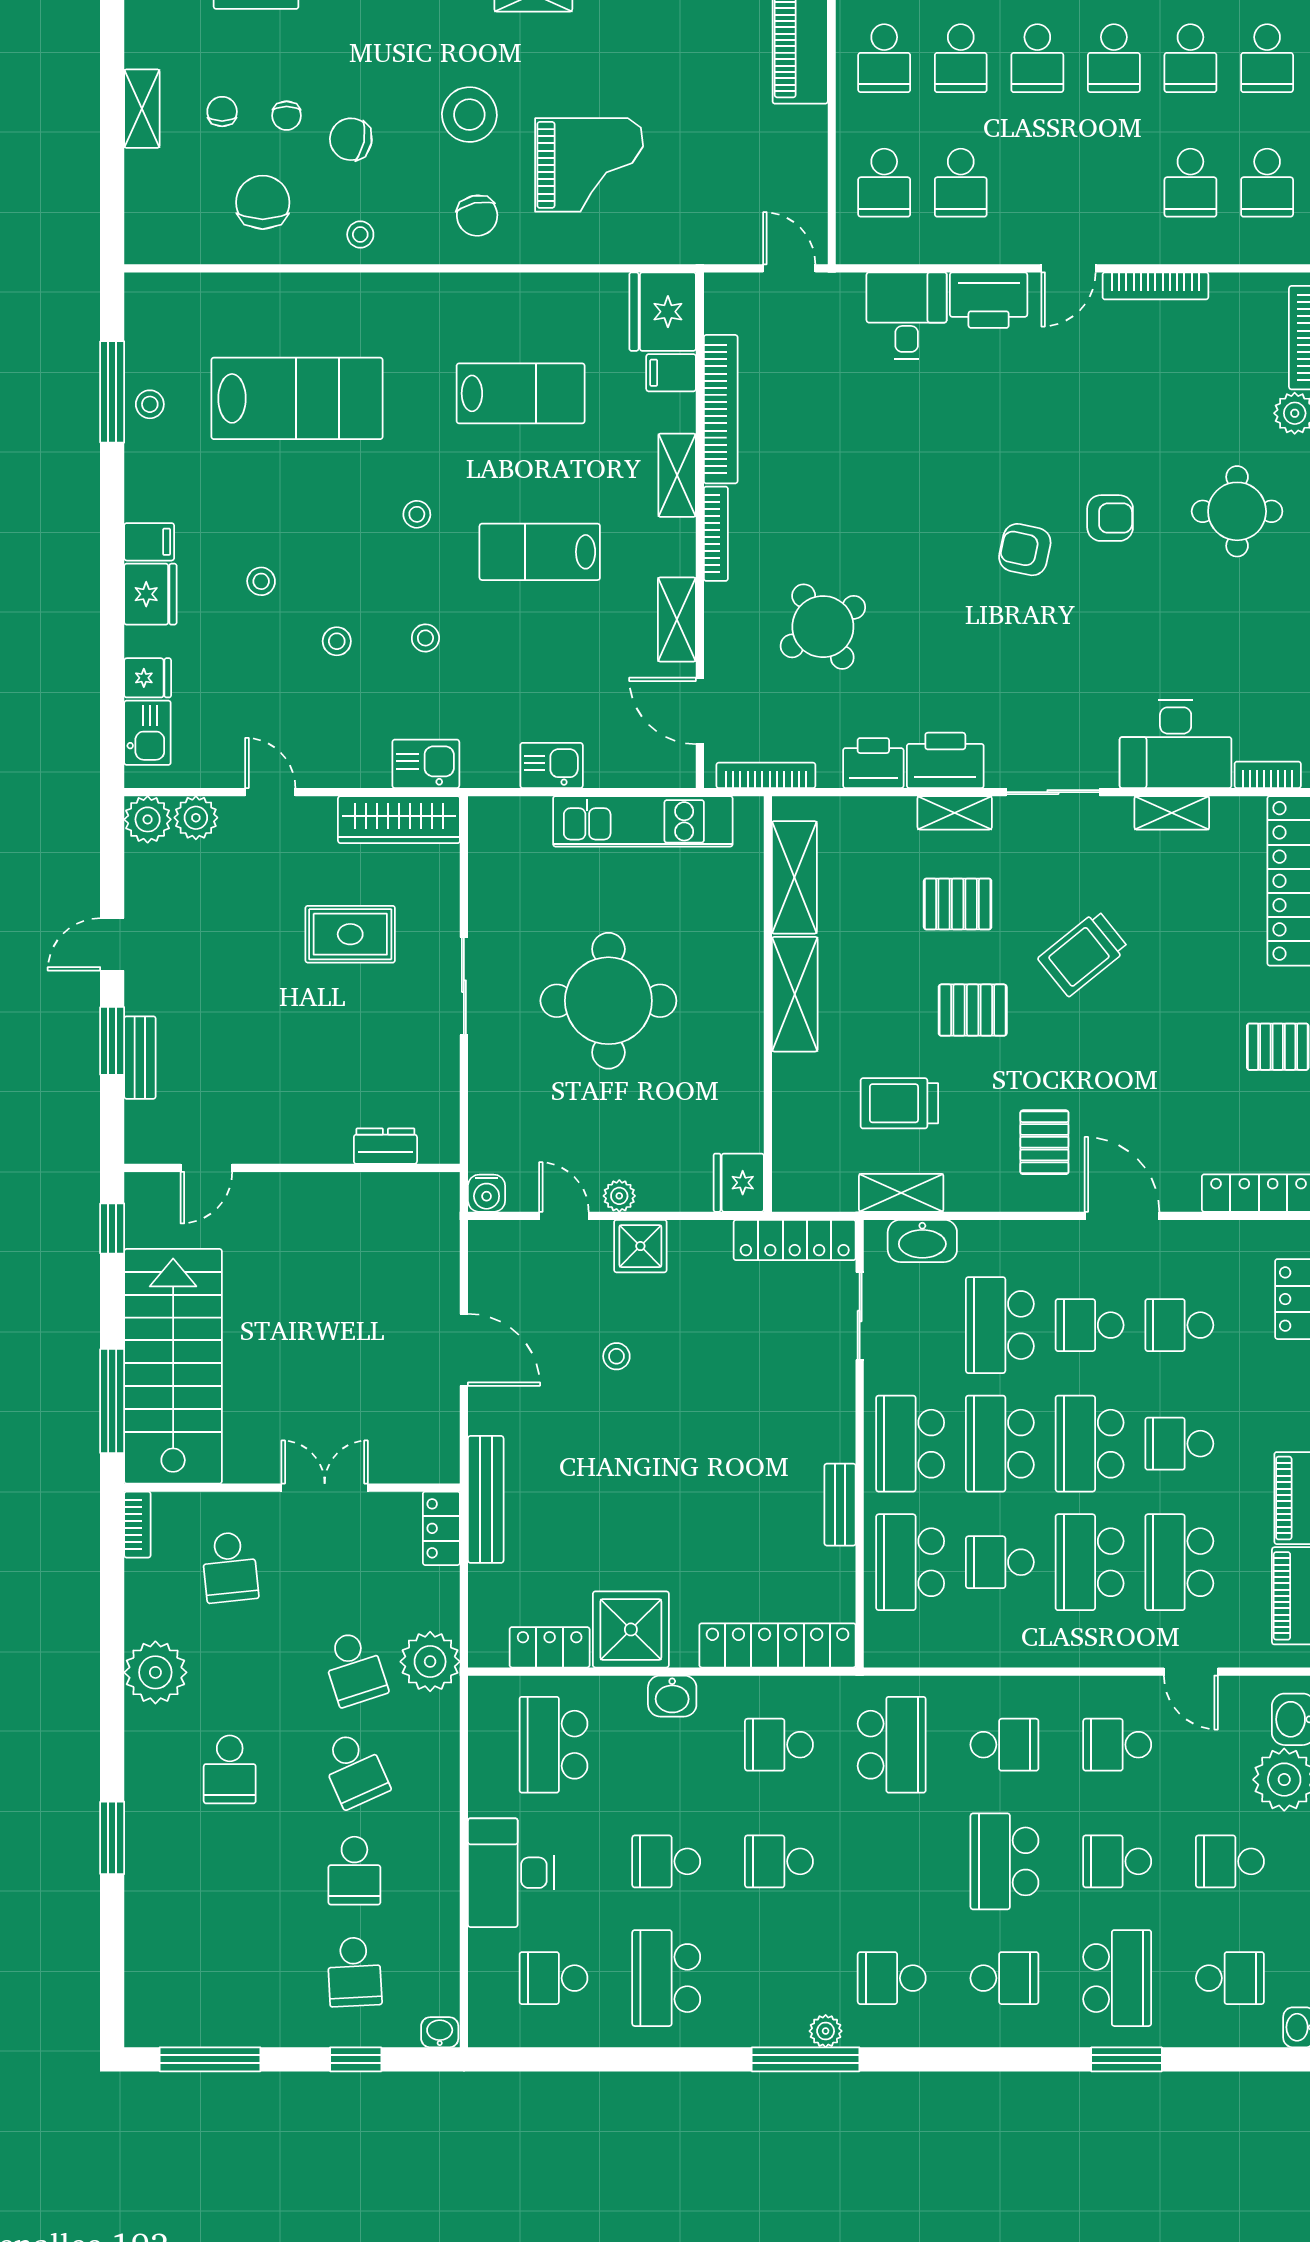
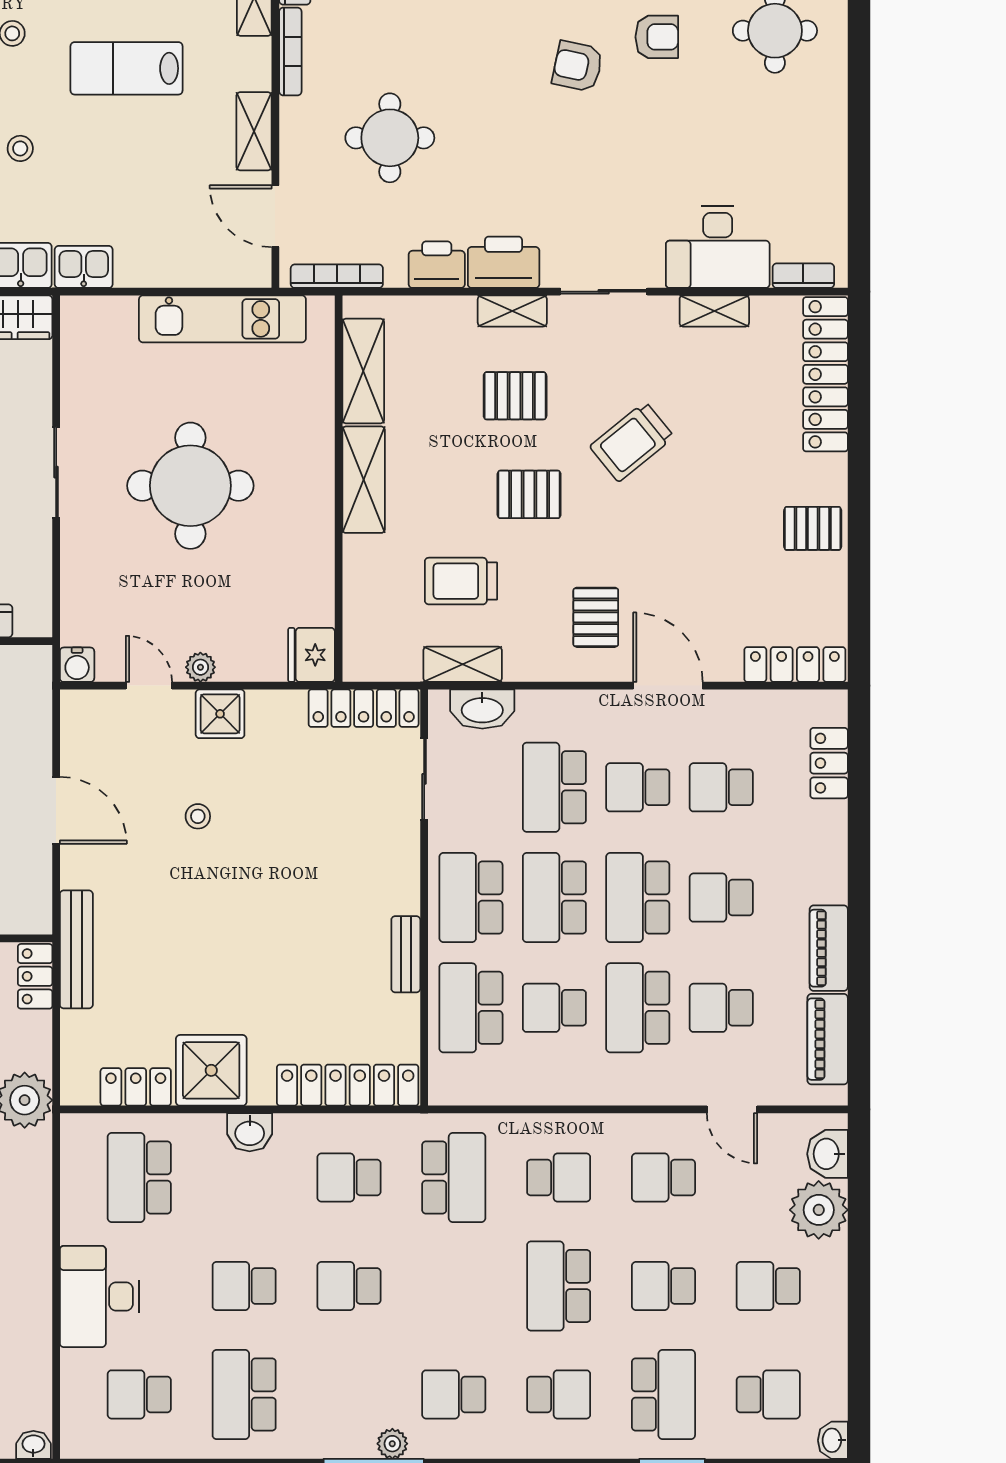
round table: (823, 627) -> (390, 138), turned 32
kitchen sink: (552, 765) -> (84, 267), moved
school desk: (1179, 1562) -> (721, 1008), width x0.54

